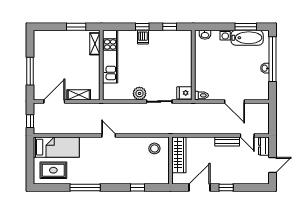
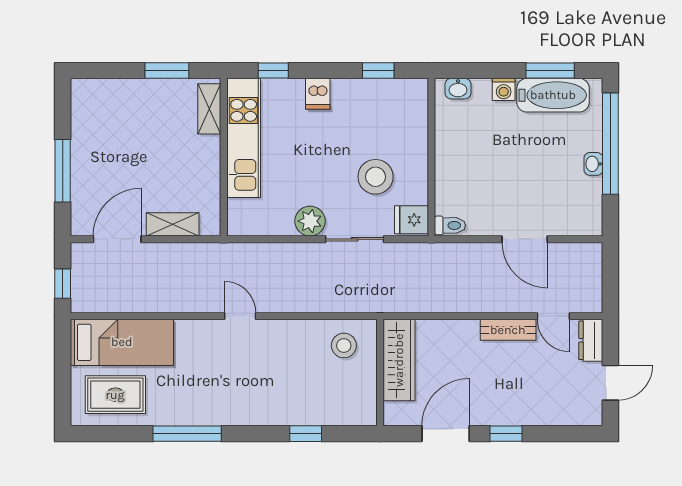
window: (142, 27) -> (273, 70), moved
stool: (168, 74) -> (376, 177), added

